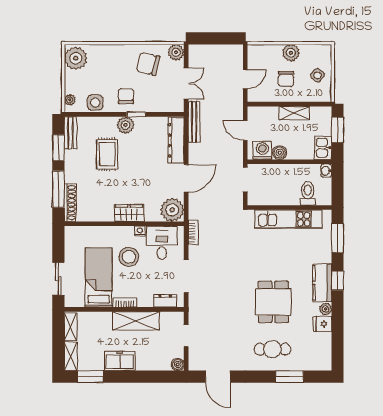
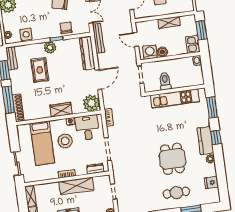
chair: (126, 96) -> (66, 28), moved
toilet: (308, 193) -> (165, 81), moved
bed: (99, 278) -> (42, 143), moved, turned 180
fridge: (322, 324) -> (211, 182), moved

